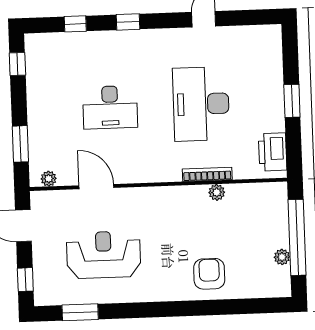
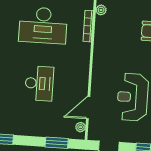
door: (96, 187) -> (88, 108), moved
plant: (217, 192) -> (101, 10), moved

